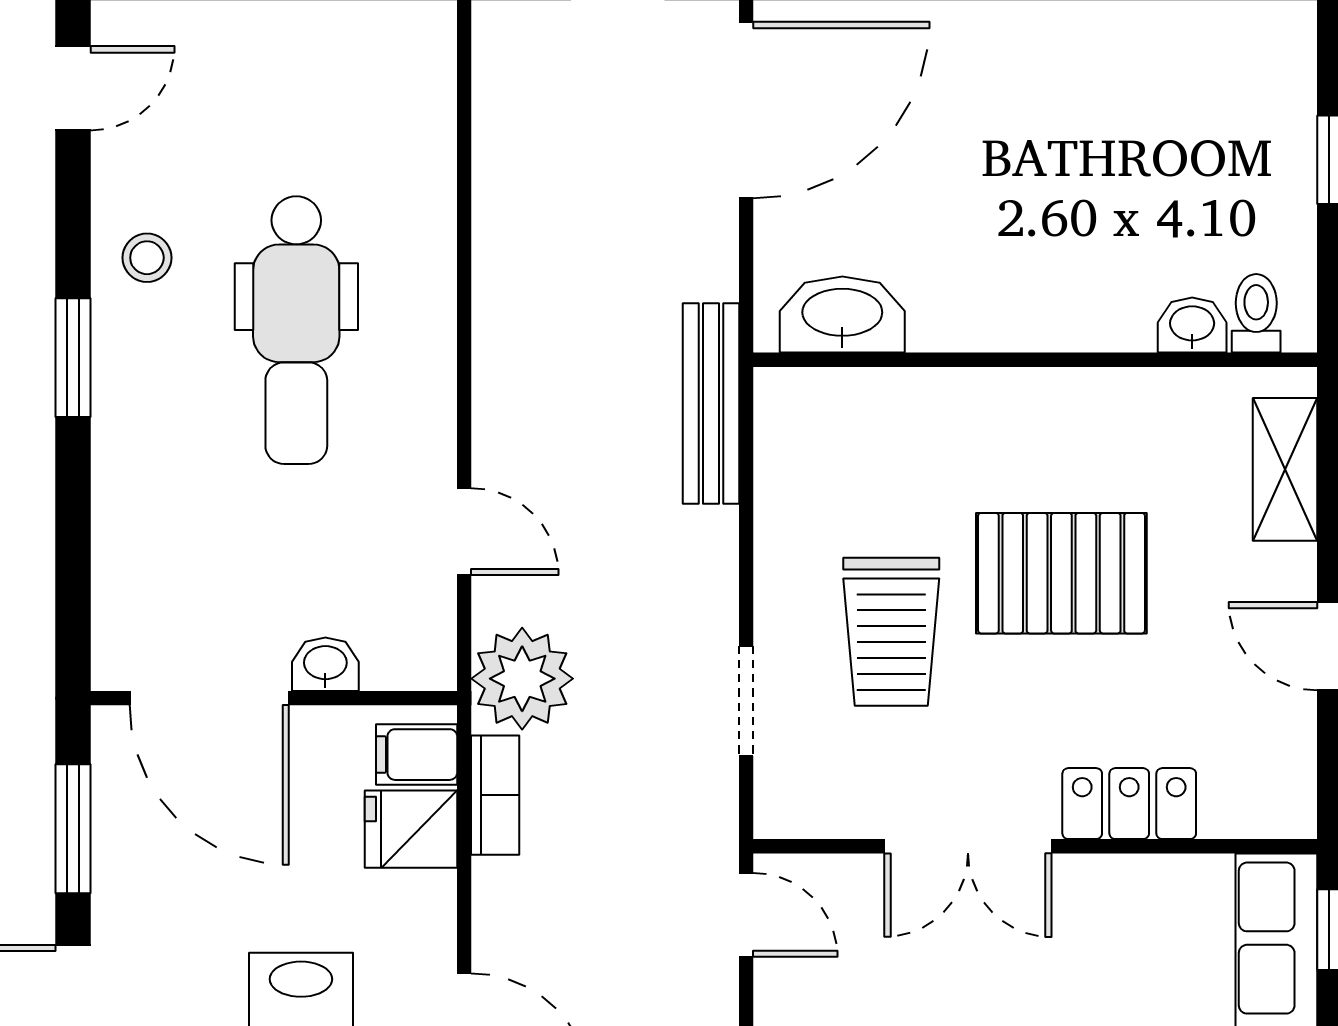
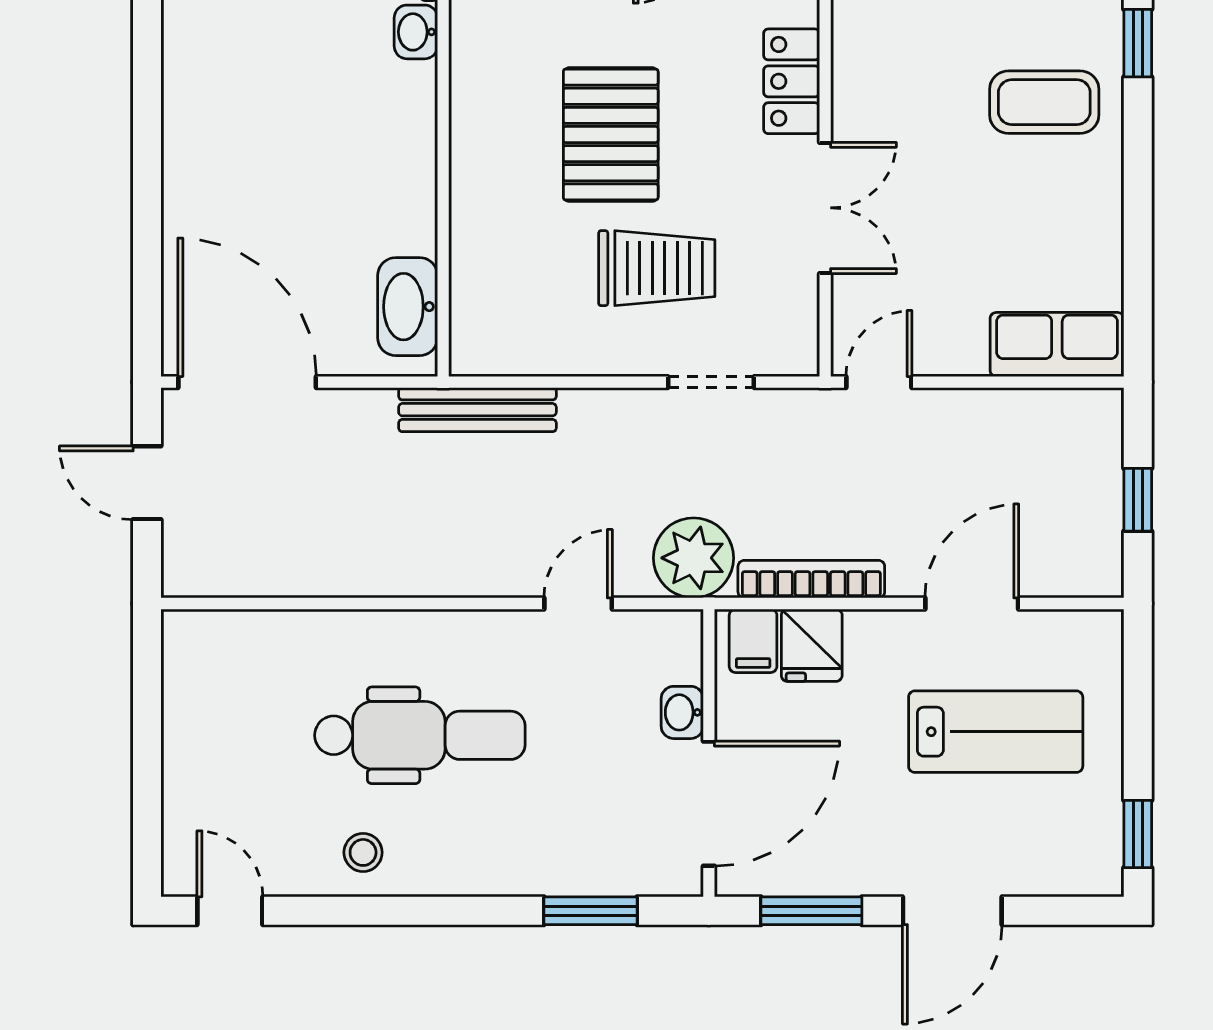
window: (73, 358) -> (590, 911), moved
bookcase: (495, 795) -> (811, 579), width x1.56

